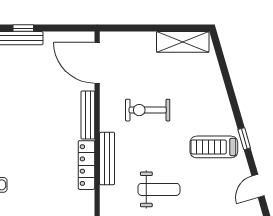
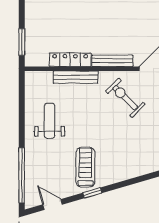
exercise bike: (148, 110) -> (125, 98), moved, turned -45
weight bench: (159, 189) -> (50, 121), turned 180

